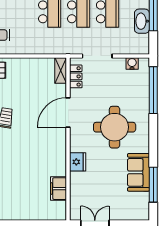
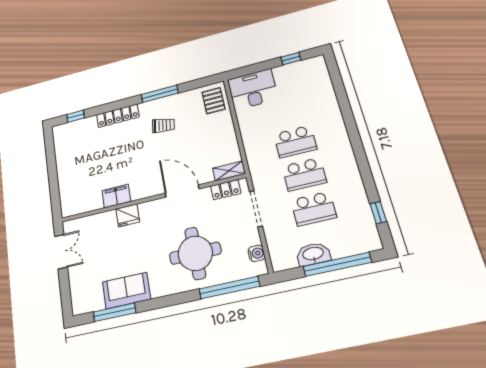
round table: (115, 127) -> (195, 253), moved
filing cabinet: (59, 189) -> (116, 196), moved

